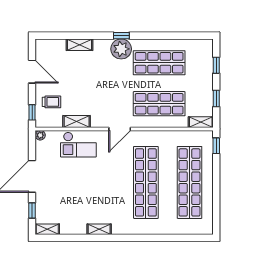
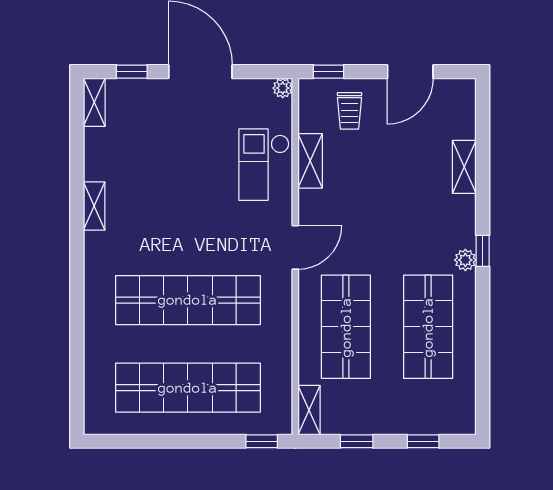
plant: (121, 49) -> (465, 260), width x0.53, depth x0.53
door: (120, 129) -> (295, 247), swing flipped

